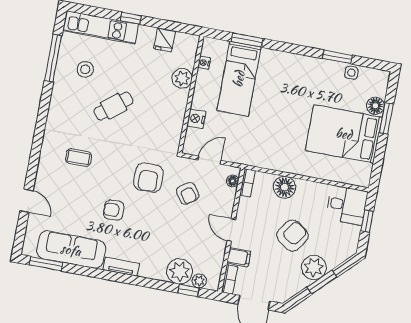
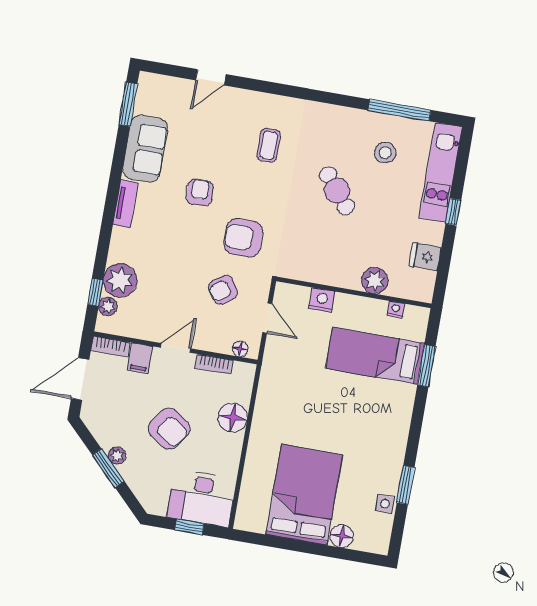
window: (386, 118) -> (325, 551), removed
bookcase: (247, 183) -> (214, 364), moved
desk: (347, 205) -> (202, 498), width x1.37
sofa: (71, 250) -> (145, 149), width x0.73
plant: (314, 267) -> (117, 456), width x0.53, depth x0.53

